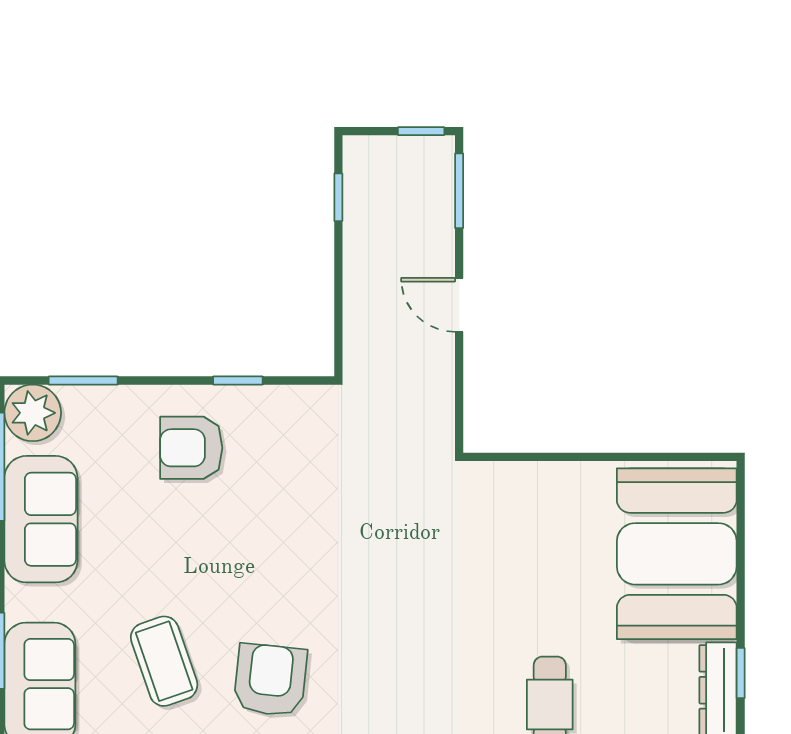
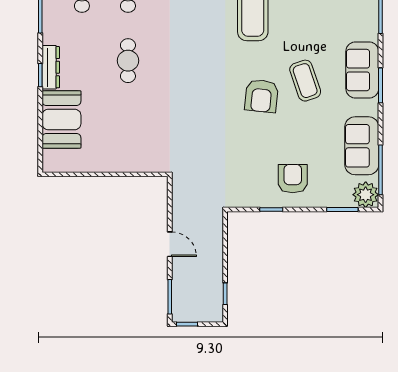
armchair: (191, 448) -> (293, 179), turned -90
booth: (677, 554) -> (61, 119), width x0.73, depth x0.70
armchair: (270, 680) -> (261, 96), moved

